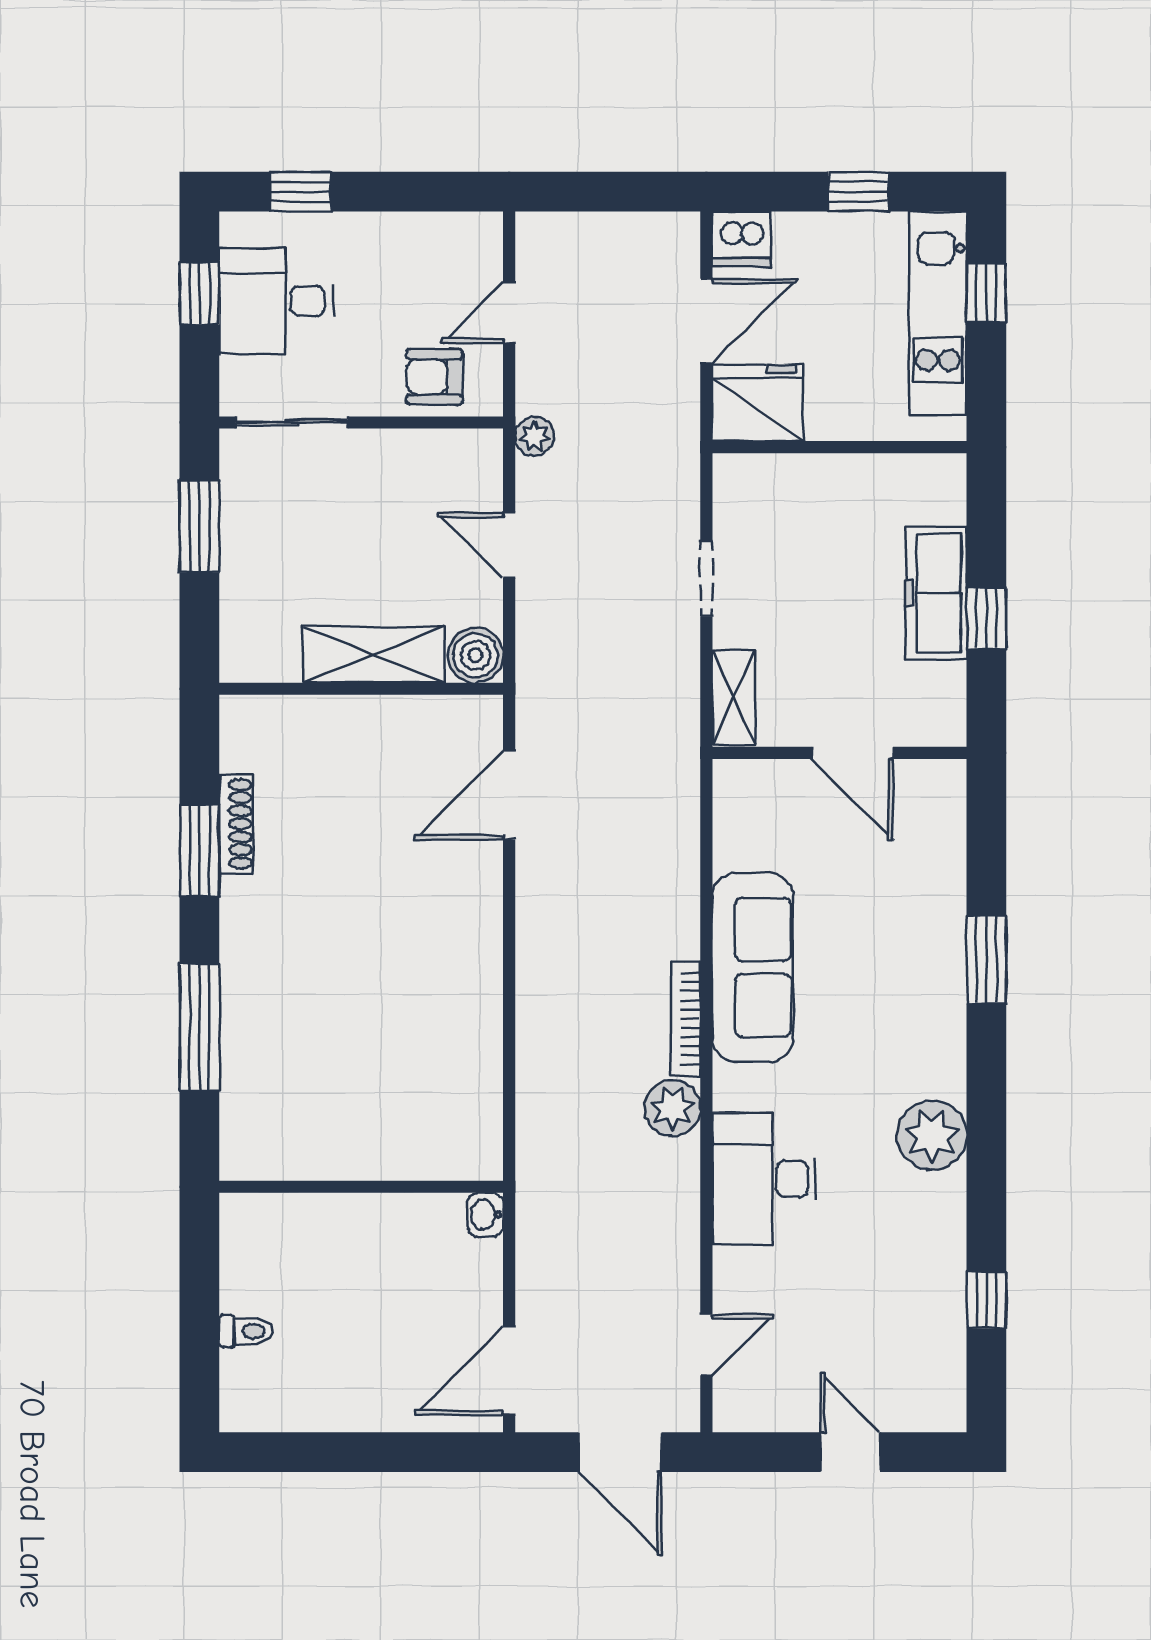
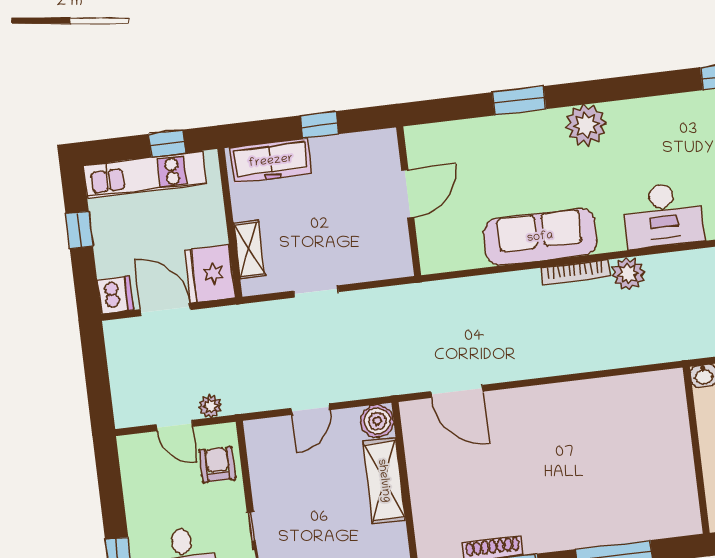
window: (986, 293) -> (167, 143), moved
armchair: (434, 377) -> (217, 465), turned 180
plant: (534, 436) -> (210, 406), moved
freezer: (936, 593) -> (271, 161), moved
shelving: (734, 698) -> (249, 249), moved, turned 90
plant: (932, 1135) -> (586, 125), moved

